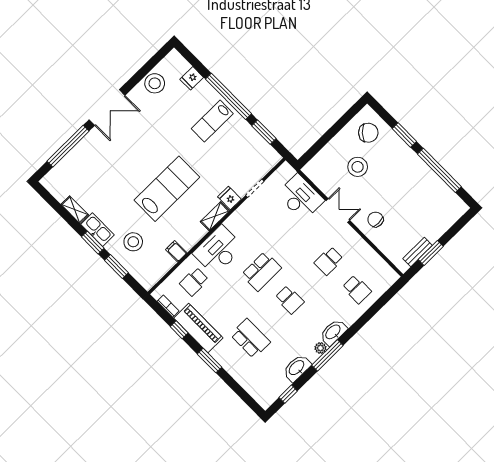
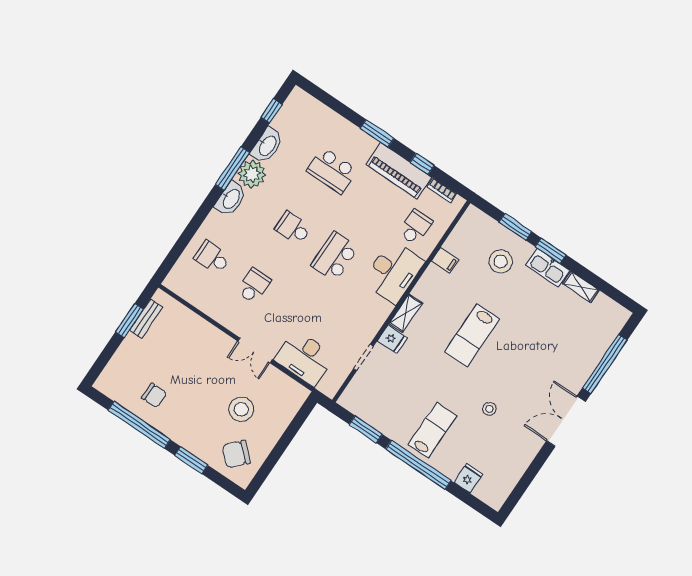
stool: (155, 83) -> (489, 409), moved, width x0.53, depth x0.53
lab bench: (167, 189) -> (472, 336), width x0.73, depth x0.72
chair: (375, 219) -> (154, 395), moved
plant: (320, 348) -> (252, 174), width x1.88, depth x1.88

